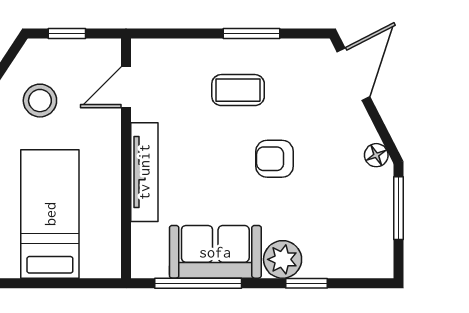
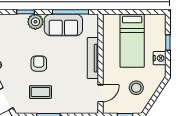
coffee table: (238, 90) -> (40, 92), moved
armchair: (275, 159) -> (39, 64), turned -90

